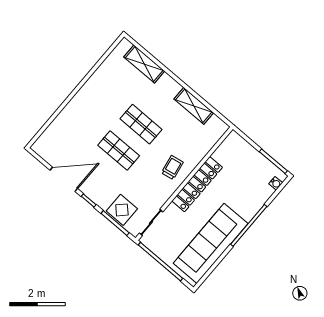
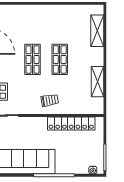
locker: (197, 184) -> (71, 123), moved

